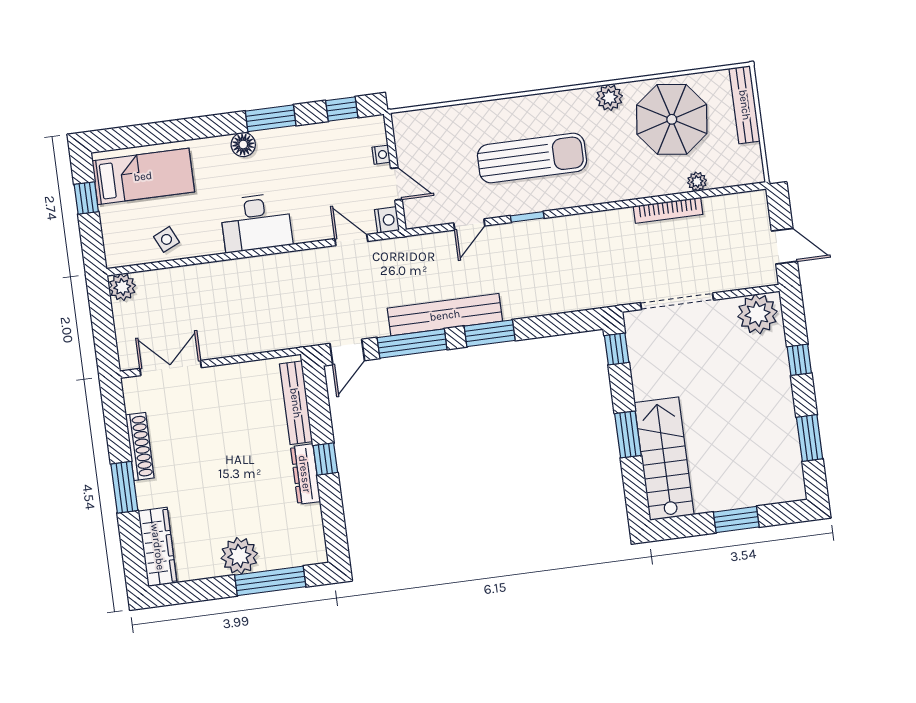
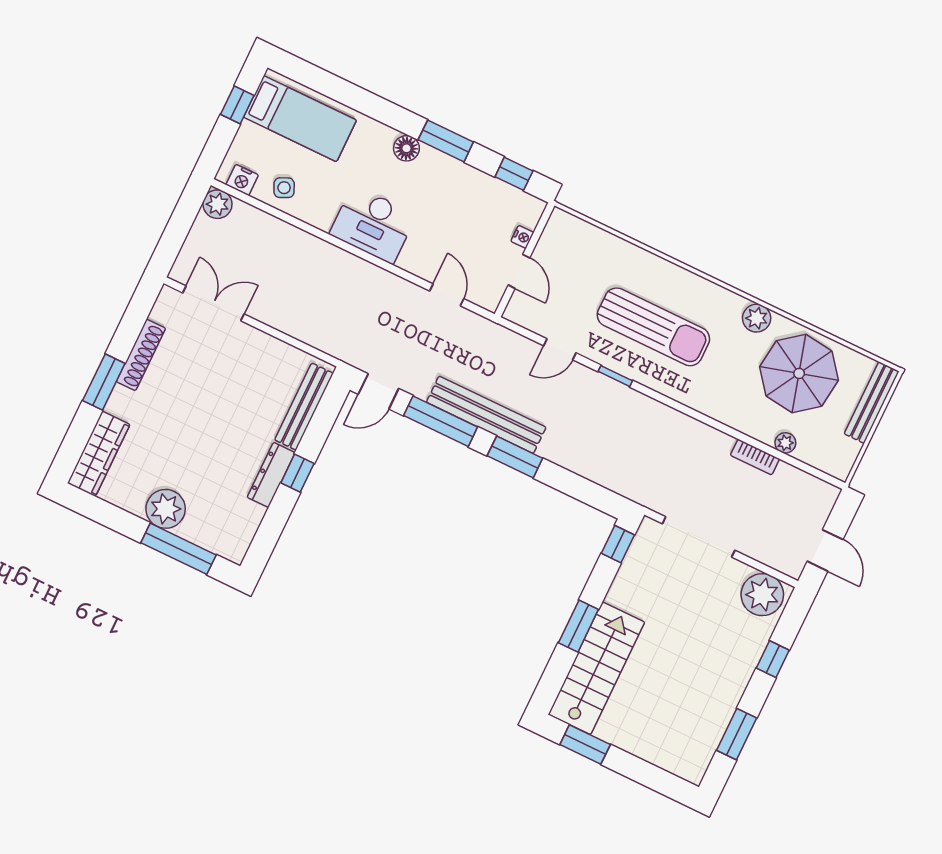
bookcase: (668, 210) -> (755, 457), width x0.64
nightstand: (387, 220) -> (242, 180), moved, turned 90
window: (736, 520) -> (585, 745), moved

